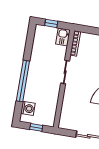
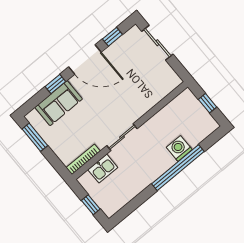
kitchen sink: (63, 37) -> (103, 169), moved
washing machine: (28, 108) -> (179, 148), moved

